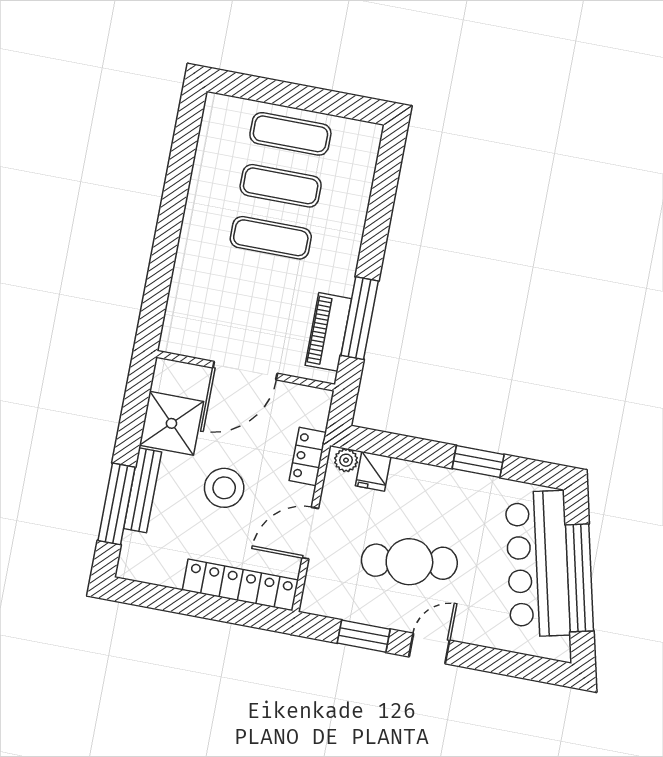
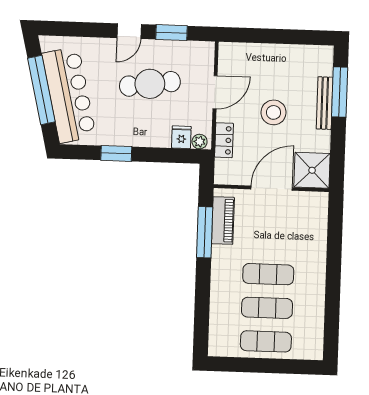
shower: (171, 423) -> (312, 170), moved
locker: (240, 585) -> (254, 53), removed

